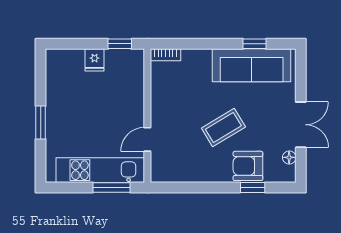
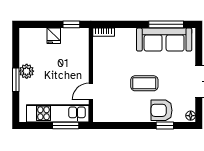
window: (254, 44) -> (166, 24), width x2.17
plant: (56, 110) -> (27, 71), added
coffee table: (223, 127) -> (144, 83), turned 31
floor lamp: (289, 157) -> (191, 116), moved

